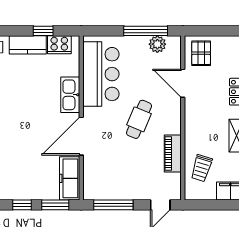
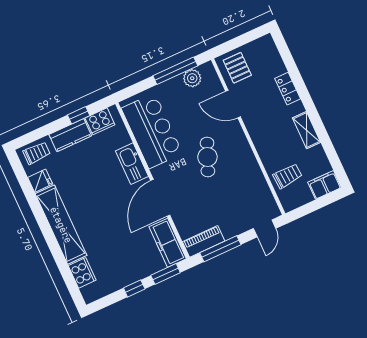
piano: (173, 154) -> (204, 241), moved, turned 90
trolley: (201, 168) -> (288, 176), turned -111

